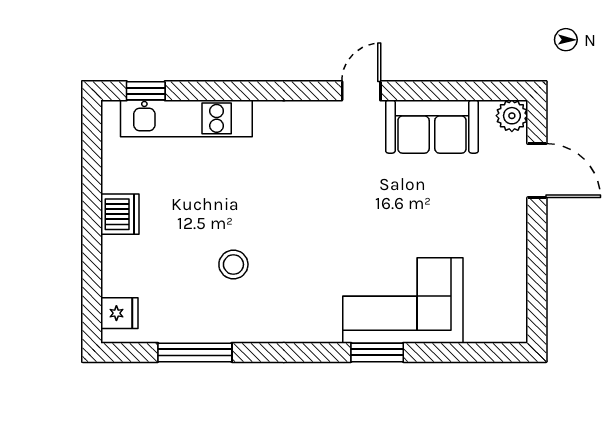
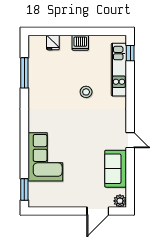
stool: (233, 264) -> (86, 92), moved
fridge: (119, 313) -> (53, 43), moved
window: (377, 352) -> (24, 190), moved

